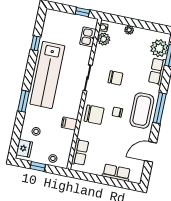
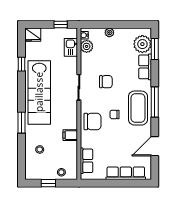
fridge: (24, 148) -> (33, 35), moved, turned 90
row of seats: (116, 173) -> (126, 173), width x1.48

